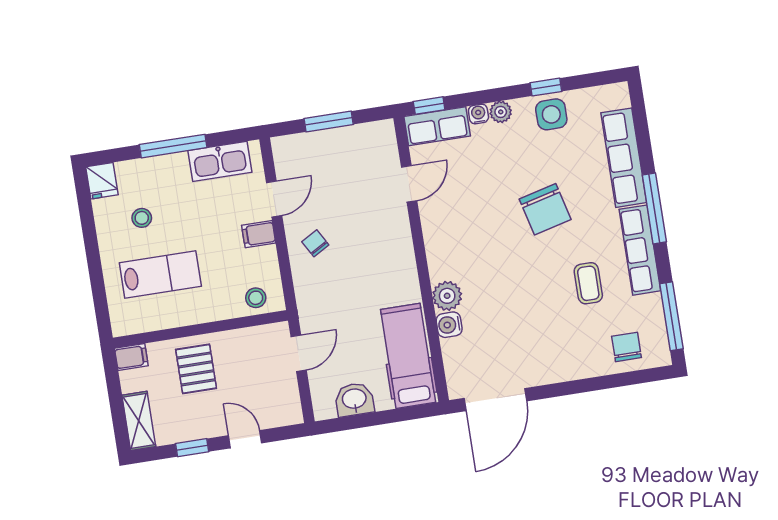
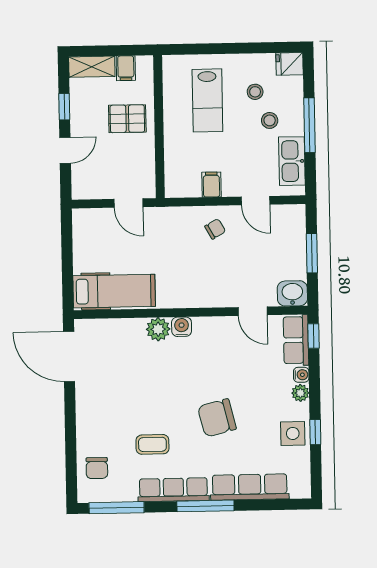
filing cabinet: (259, 234) -> (211, 185), moved
stool: (256, 298) -> (270, 120), moved
water cooler: (449, 325) -> (182, 327), moved
chair: (627, 347) -> (97, 468), turned 90
filing cabinet: (131, 357) -> (126, 68), moved
washbasin: (354, 400) -> (292, 293), moved, turned -90

